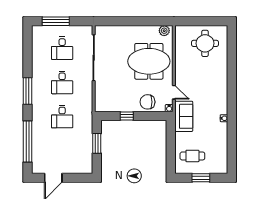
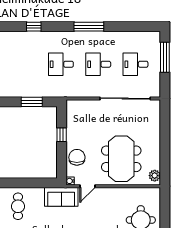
window: (28, 141) -> (34, 27), width x0.32

